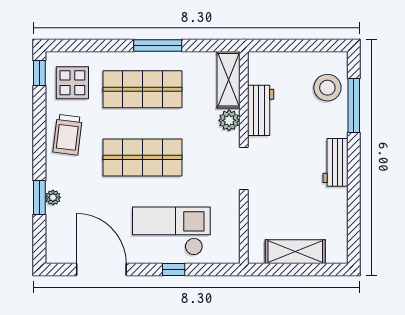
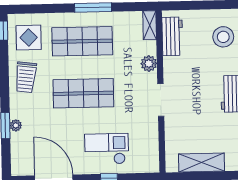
shelving: (228, 80) -> (150, 25), width x0.67, depth x0.75
workbench: (261, 110) -> (172, 36), moved
checkout: (171, 231) -> (107, 149), width x0.73, depth x0.83

